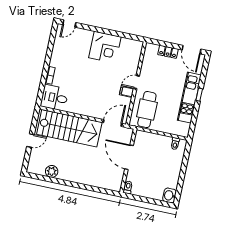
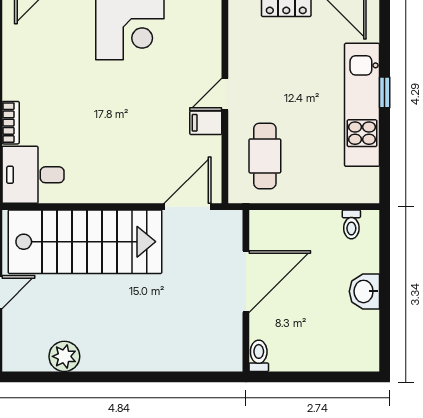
cafe table: (147, 110) -> (265, 156), width x0.73, depth x0.74
door: (129, 157) -> (246, 282), swing flipped
washbasin: (169, 195) -> (364, 291), moved

